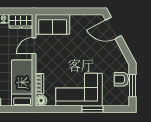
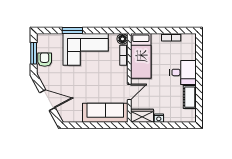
sofa: (53, 24) -> (105, 113), width x1.36
door: (113, 28) -> (47, 100), moved
armchair: (121, 79) -> (45, 60), turned -90

